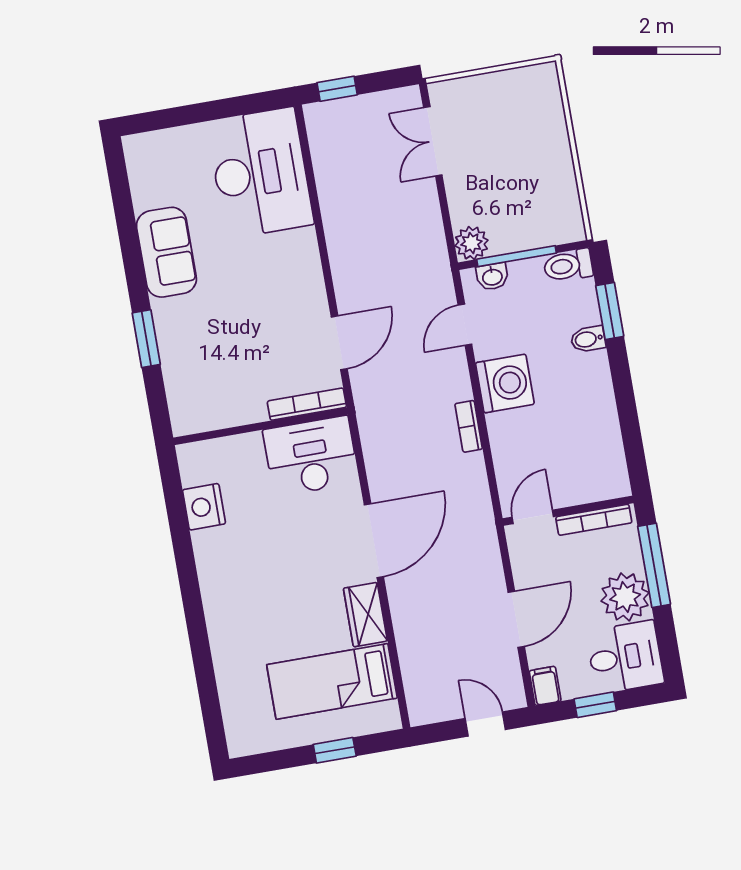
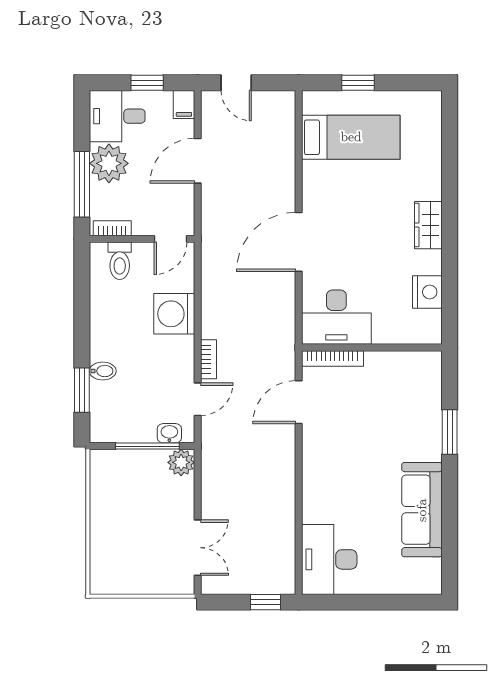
desk: (260, 173) -> (329, 559), width x0.73, depth x0.77
sofa: (166, 252) -> (422, 510), width x1.36
toilet: (568, 266) -> (120, 261), moved, turned 90
washing machine: (505, 383) -> (174, 314), moved
bookcase: (469, 426) -> (208, 359), moved
bookcase: (594, 520) -> (112, 228), width x0.64
wardrobe: (365, 615) -> (428, 225), moved, turned 180

